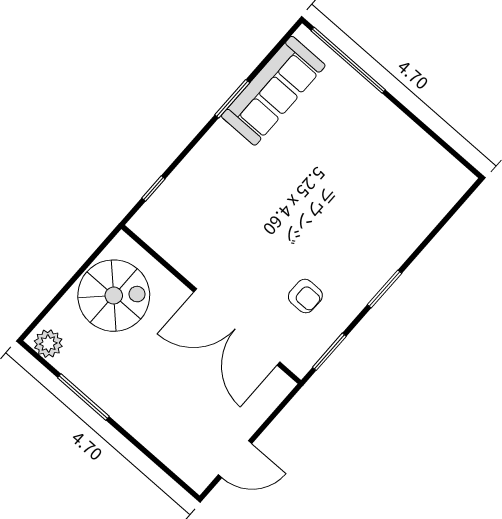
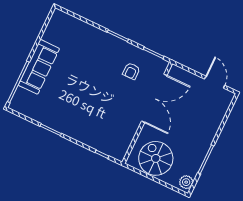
sofa: (273, 91) -> (39, 67), moved, turned 90
armchair: (305, 296) -> (131, 71), turned 180

